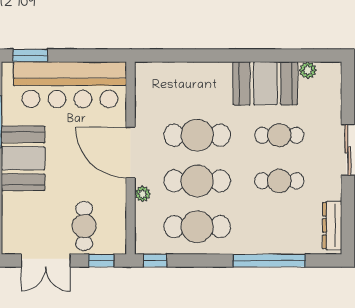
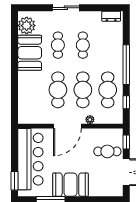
plant: (308, 70) -> (27, 26), width x1.87, depth x1.87
dresser: (332, 225) -> (111, 16), width x0.70
window: (155, 261) -> (126, 102), moved
window: (269, 261) -> (126, 65), moved

